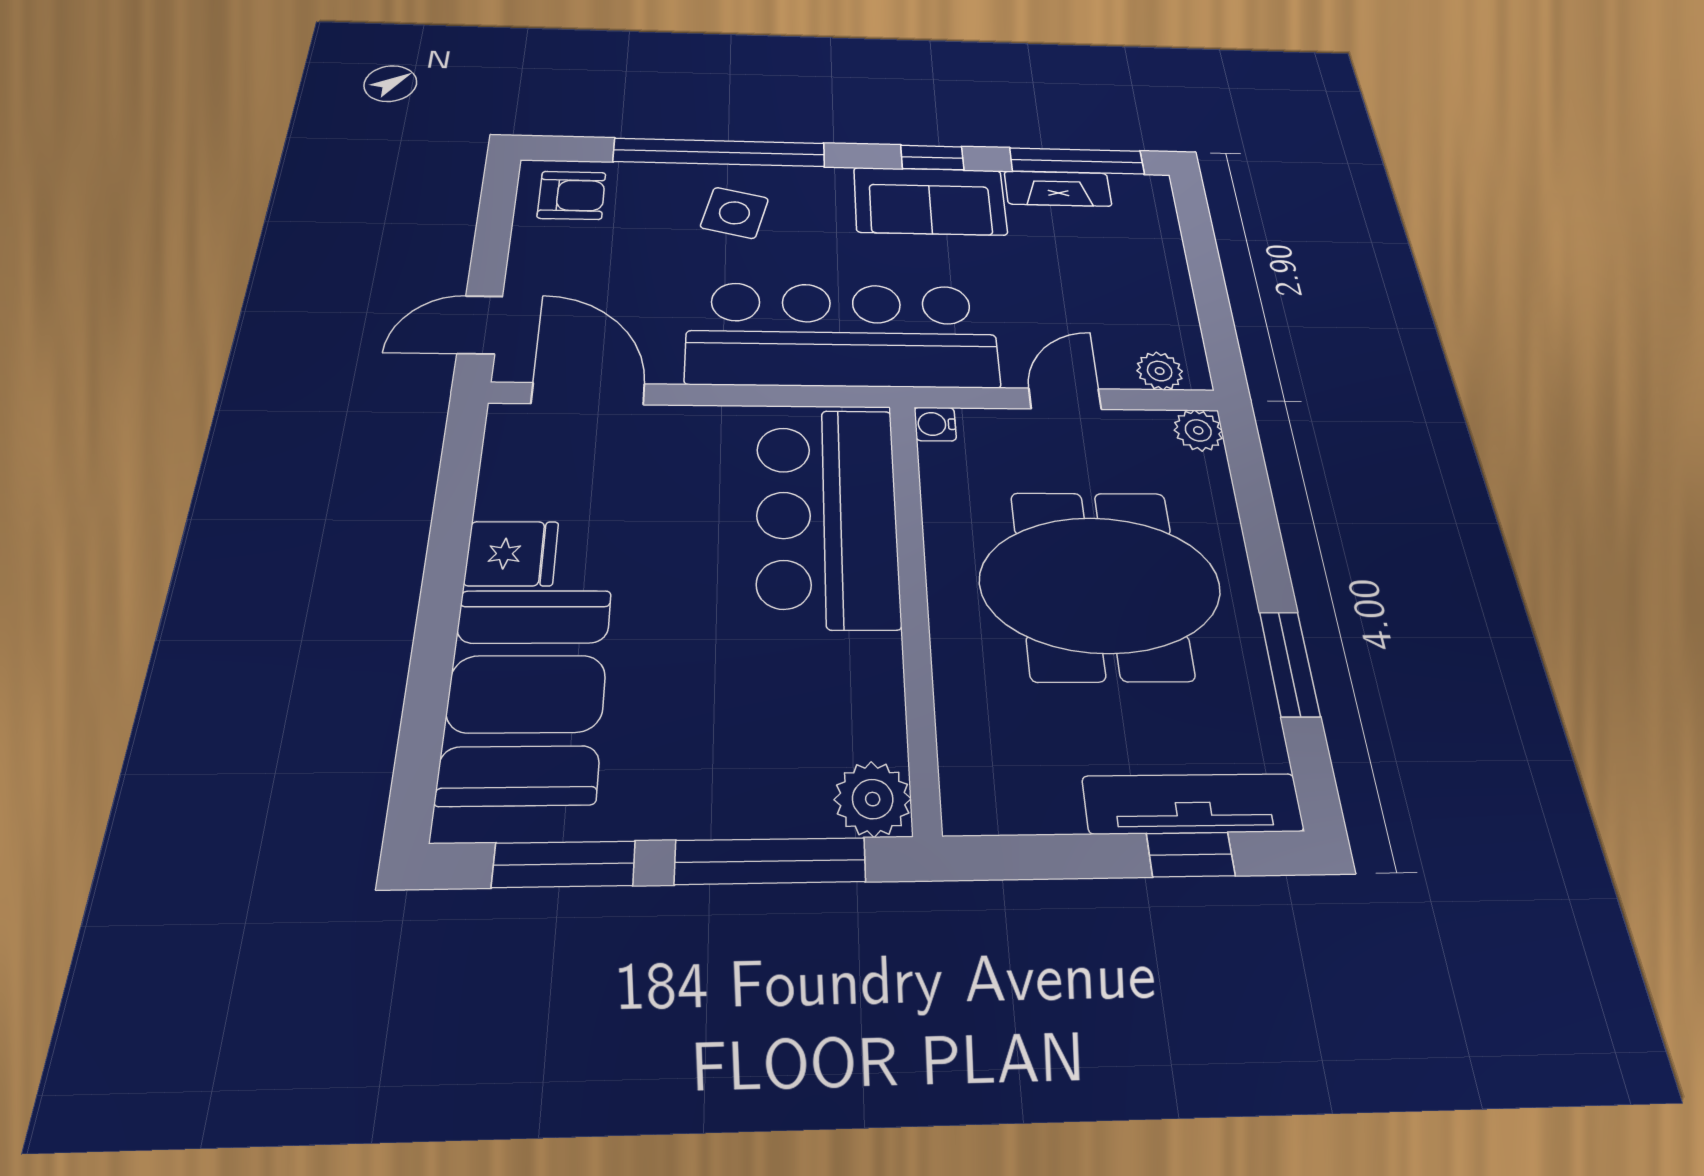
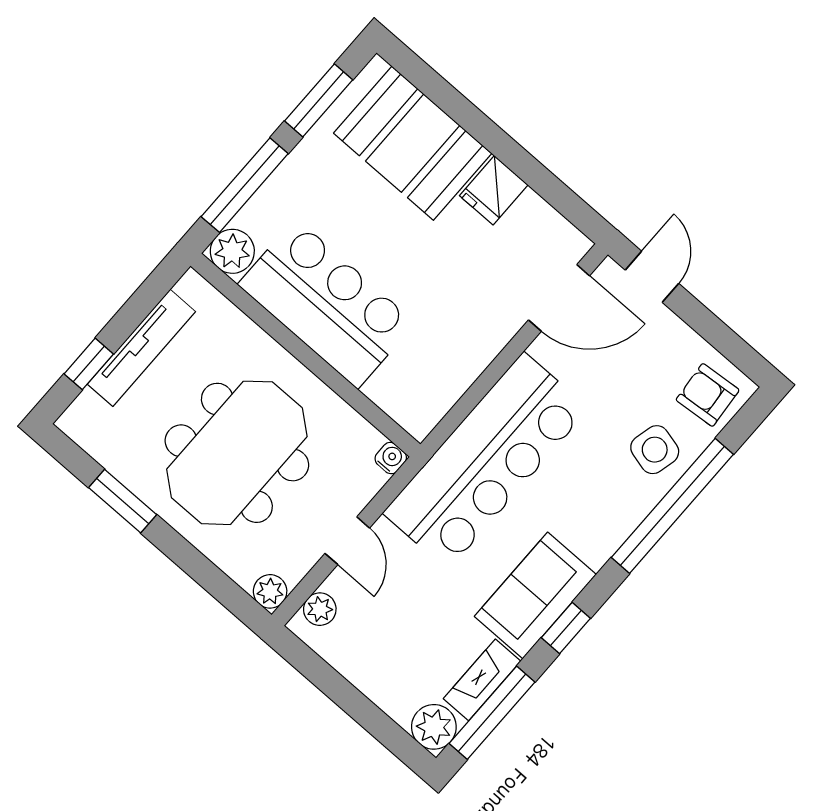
armchair: (572, 195) -> (708, 395), turned 85
plant: (1145, 196) -> (434, 727), added
side table: (734, 213) -> (655, 450), moved
bar counter: (827, 516) -> (326, 304), moved
tv unit: (1193, 804) -> (141, 348), moved

